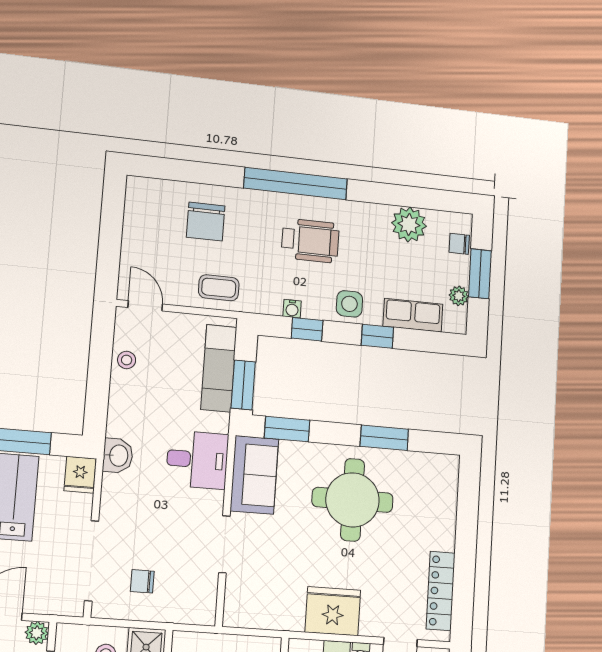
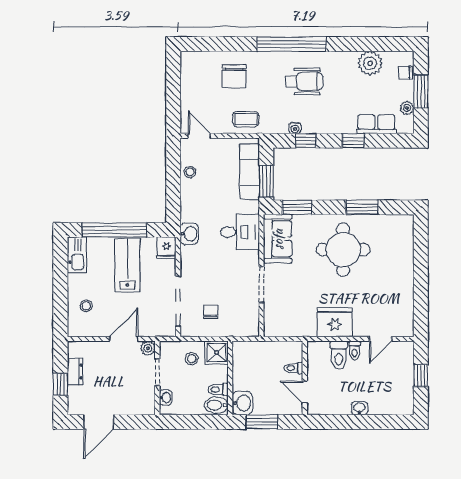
side table: (349, 304) -> (333, 121), removed
chair: (142, 581) -> (211, 312), turned 90
locker: (441, 591) -> (405, 304), removed

